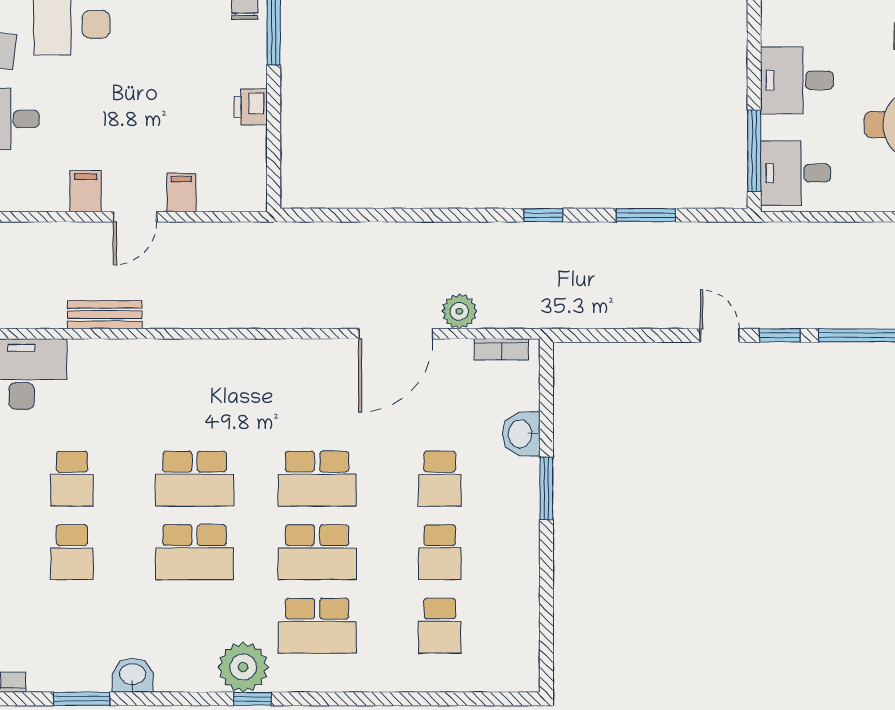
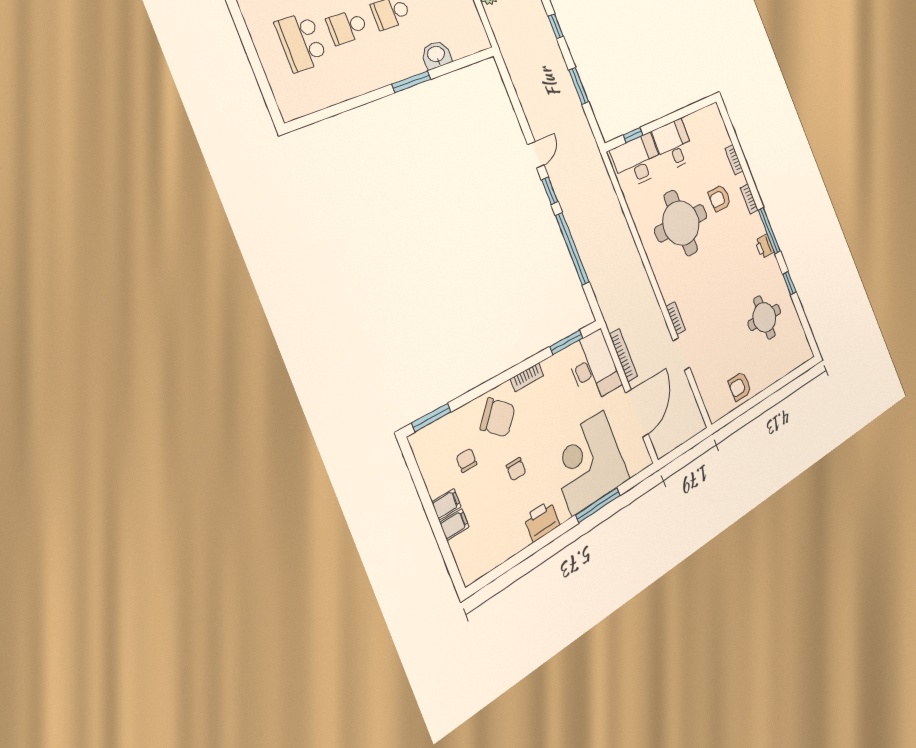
window: (754, 151) -> (633, 135), width x0.46
desk: (796, 173) -> (637, 161), width x1.37
bookcase: (501, 349) -> (478, 26), removed
school desk: (440, 626) -> (301, 42), width x1.85

